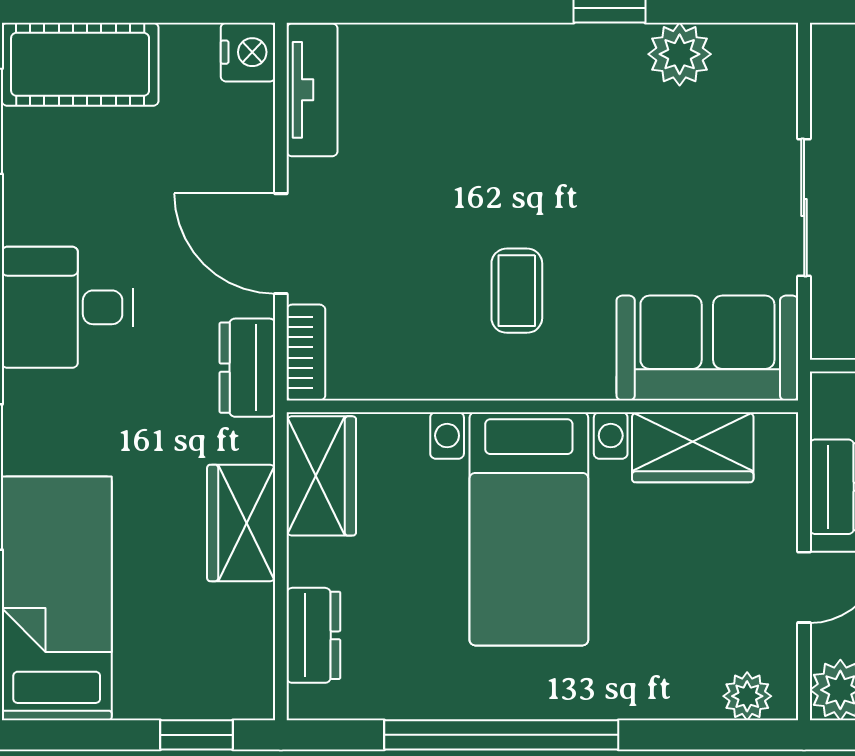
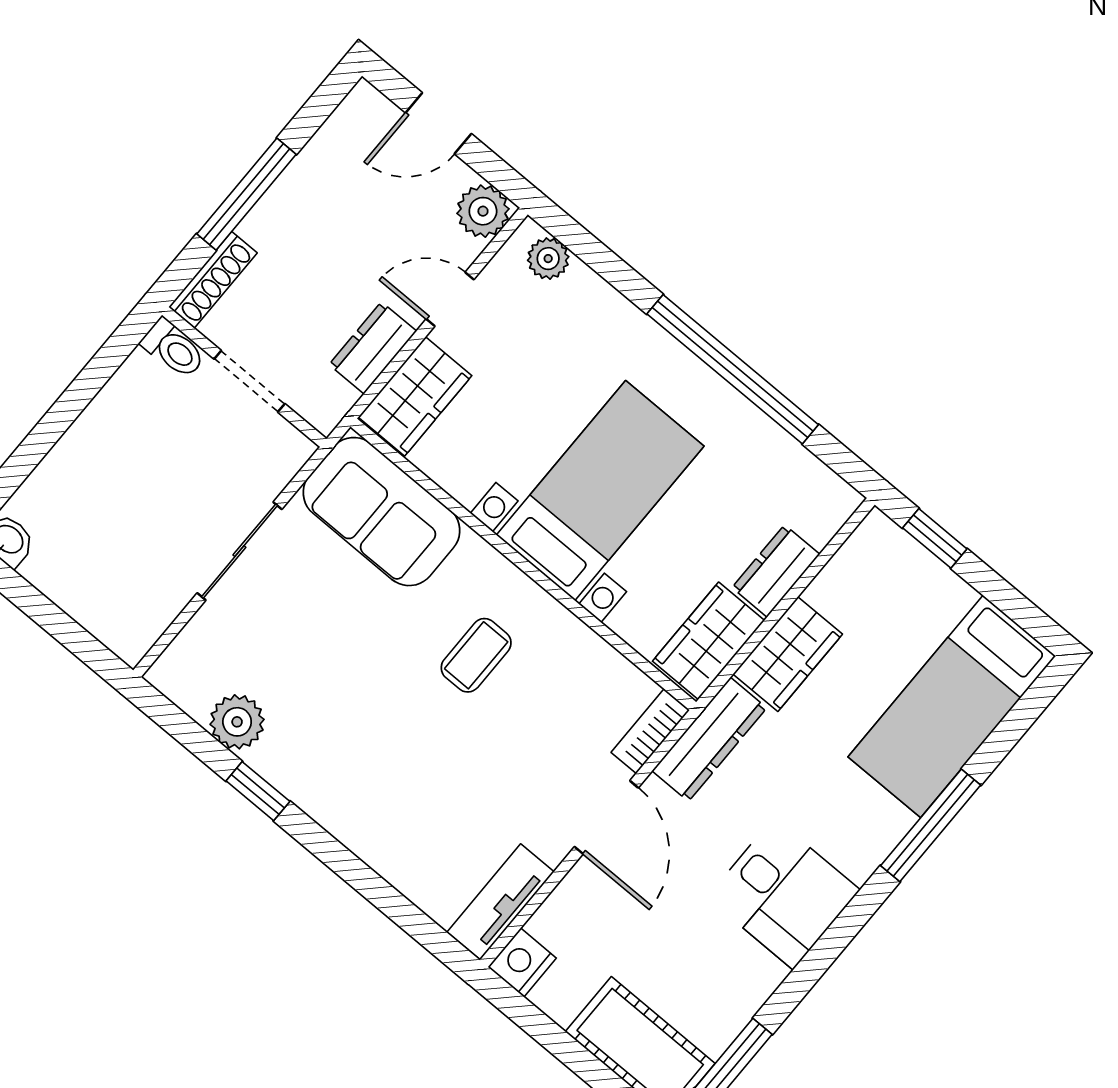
dresser: (247, 368) -> (709, 739), width x1.44
wardrobe: (693, 447) -> (415, 396), moved, turned 90
dresser: (313, 635) -> (776, 571), moved

